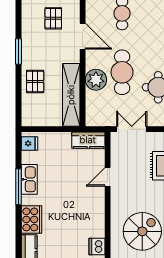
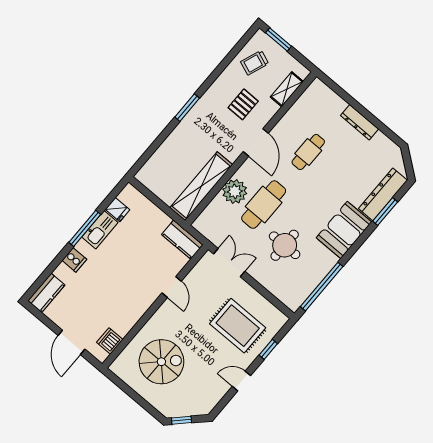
pallet: (35, 81) -> (179, 147), removed
fridge: (29, 143) -> (117, 210), moved
door: (108, 177) -> (172, 287), swing flipped
cooker: (32, 219) -> (74, 260), width x0.53, depth x0.76

